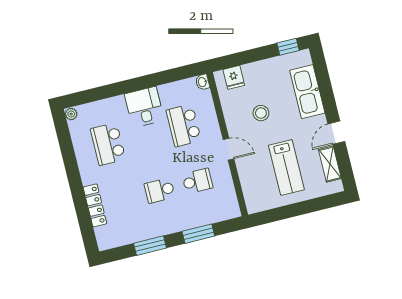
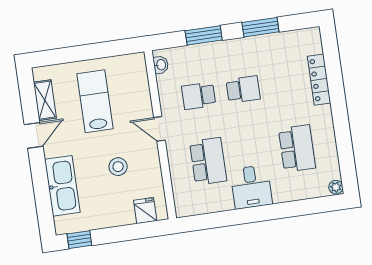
washbasin: (202, 82) -> (161, 65), moved

